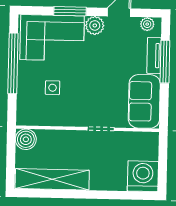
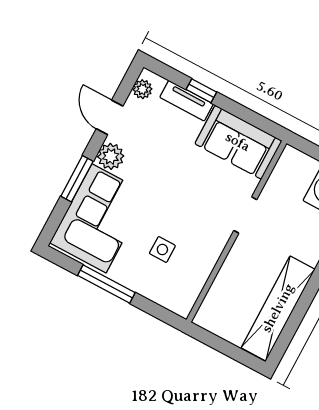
window: (165, 62) -> (201, 91), width x0.46
window: (13, 63) -> (106, 284), width x0.68
boiler: (26, 139) -> (211, 316), removed

